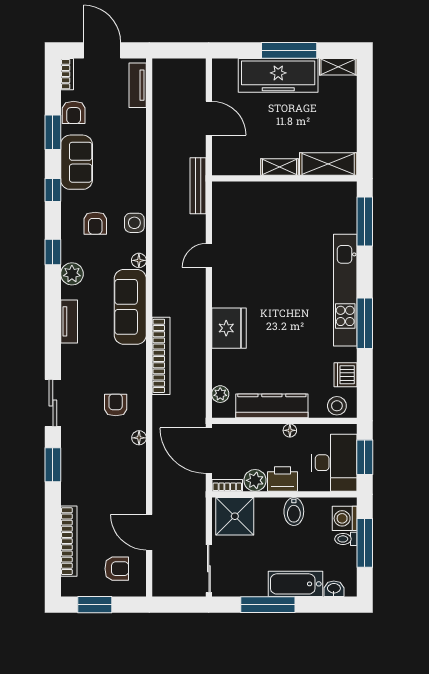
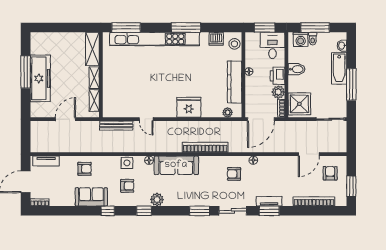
shelving: (338, 67) -> (94, 101), moved
armchair: (74, 112) -> (85, 169), moved
window: (53, 132) -> (200, 211), moved
bench: (198, 186) -> (116, 126), moved
kitchen unit: (345, 290) -> (155, 39), width x1.36
tv unit: (69, 321) -> (269, 201), moved
desk: (334, 463) -> (272, 45), width x0.73

